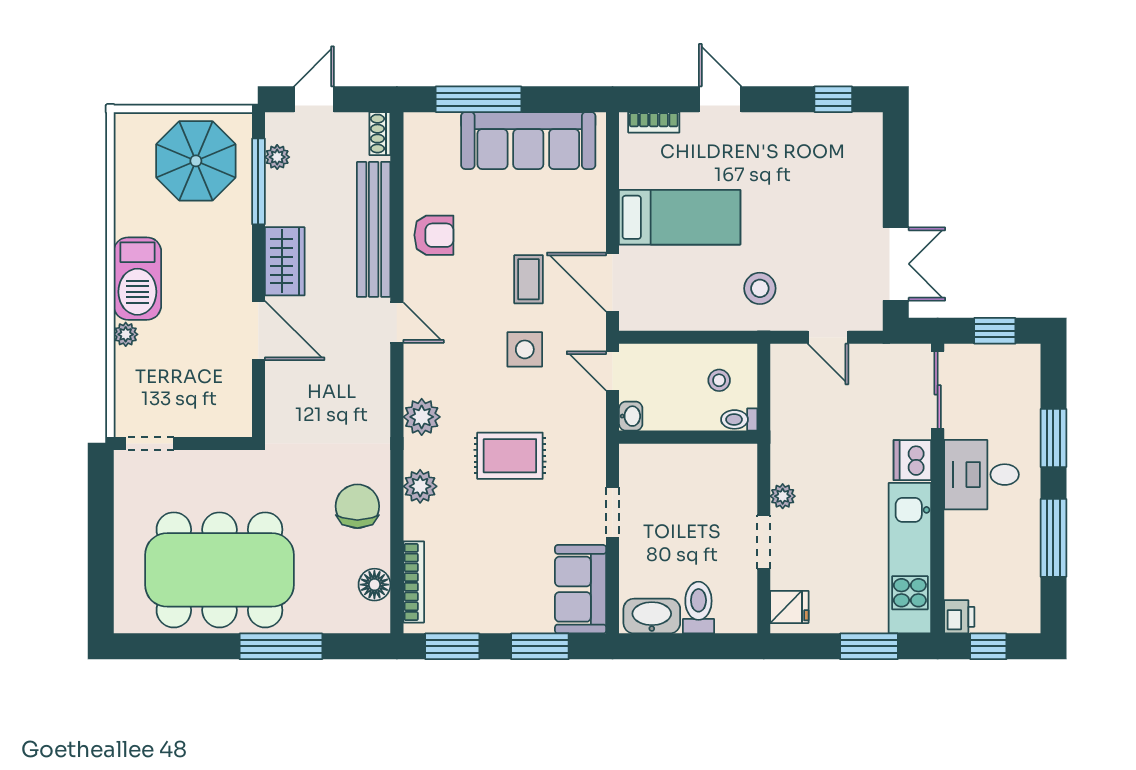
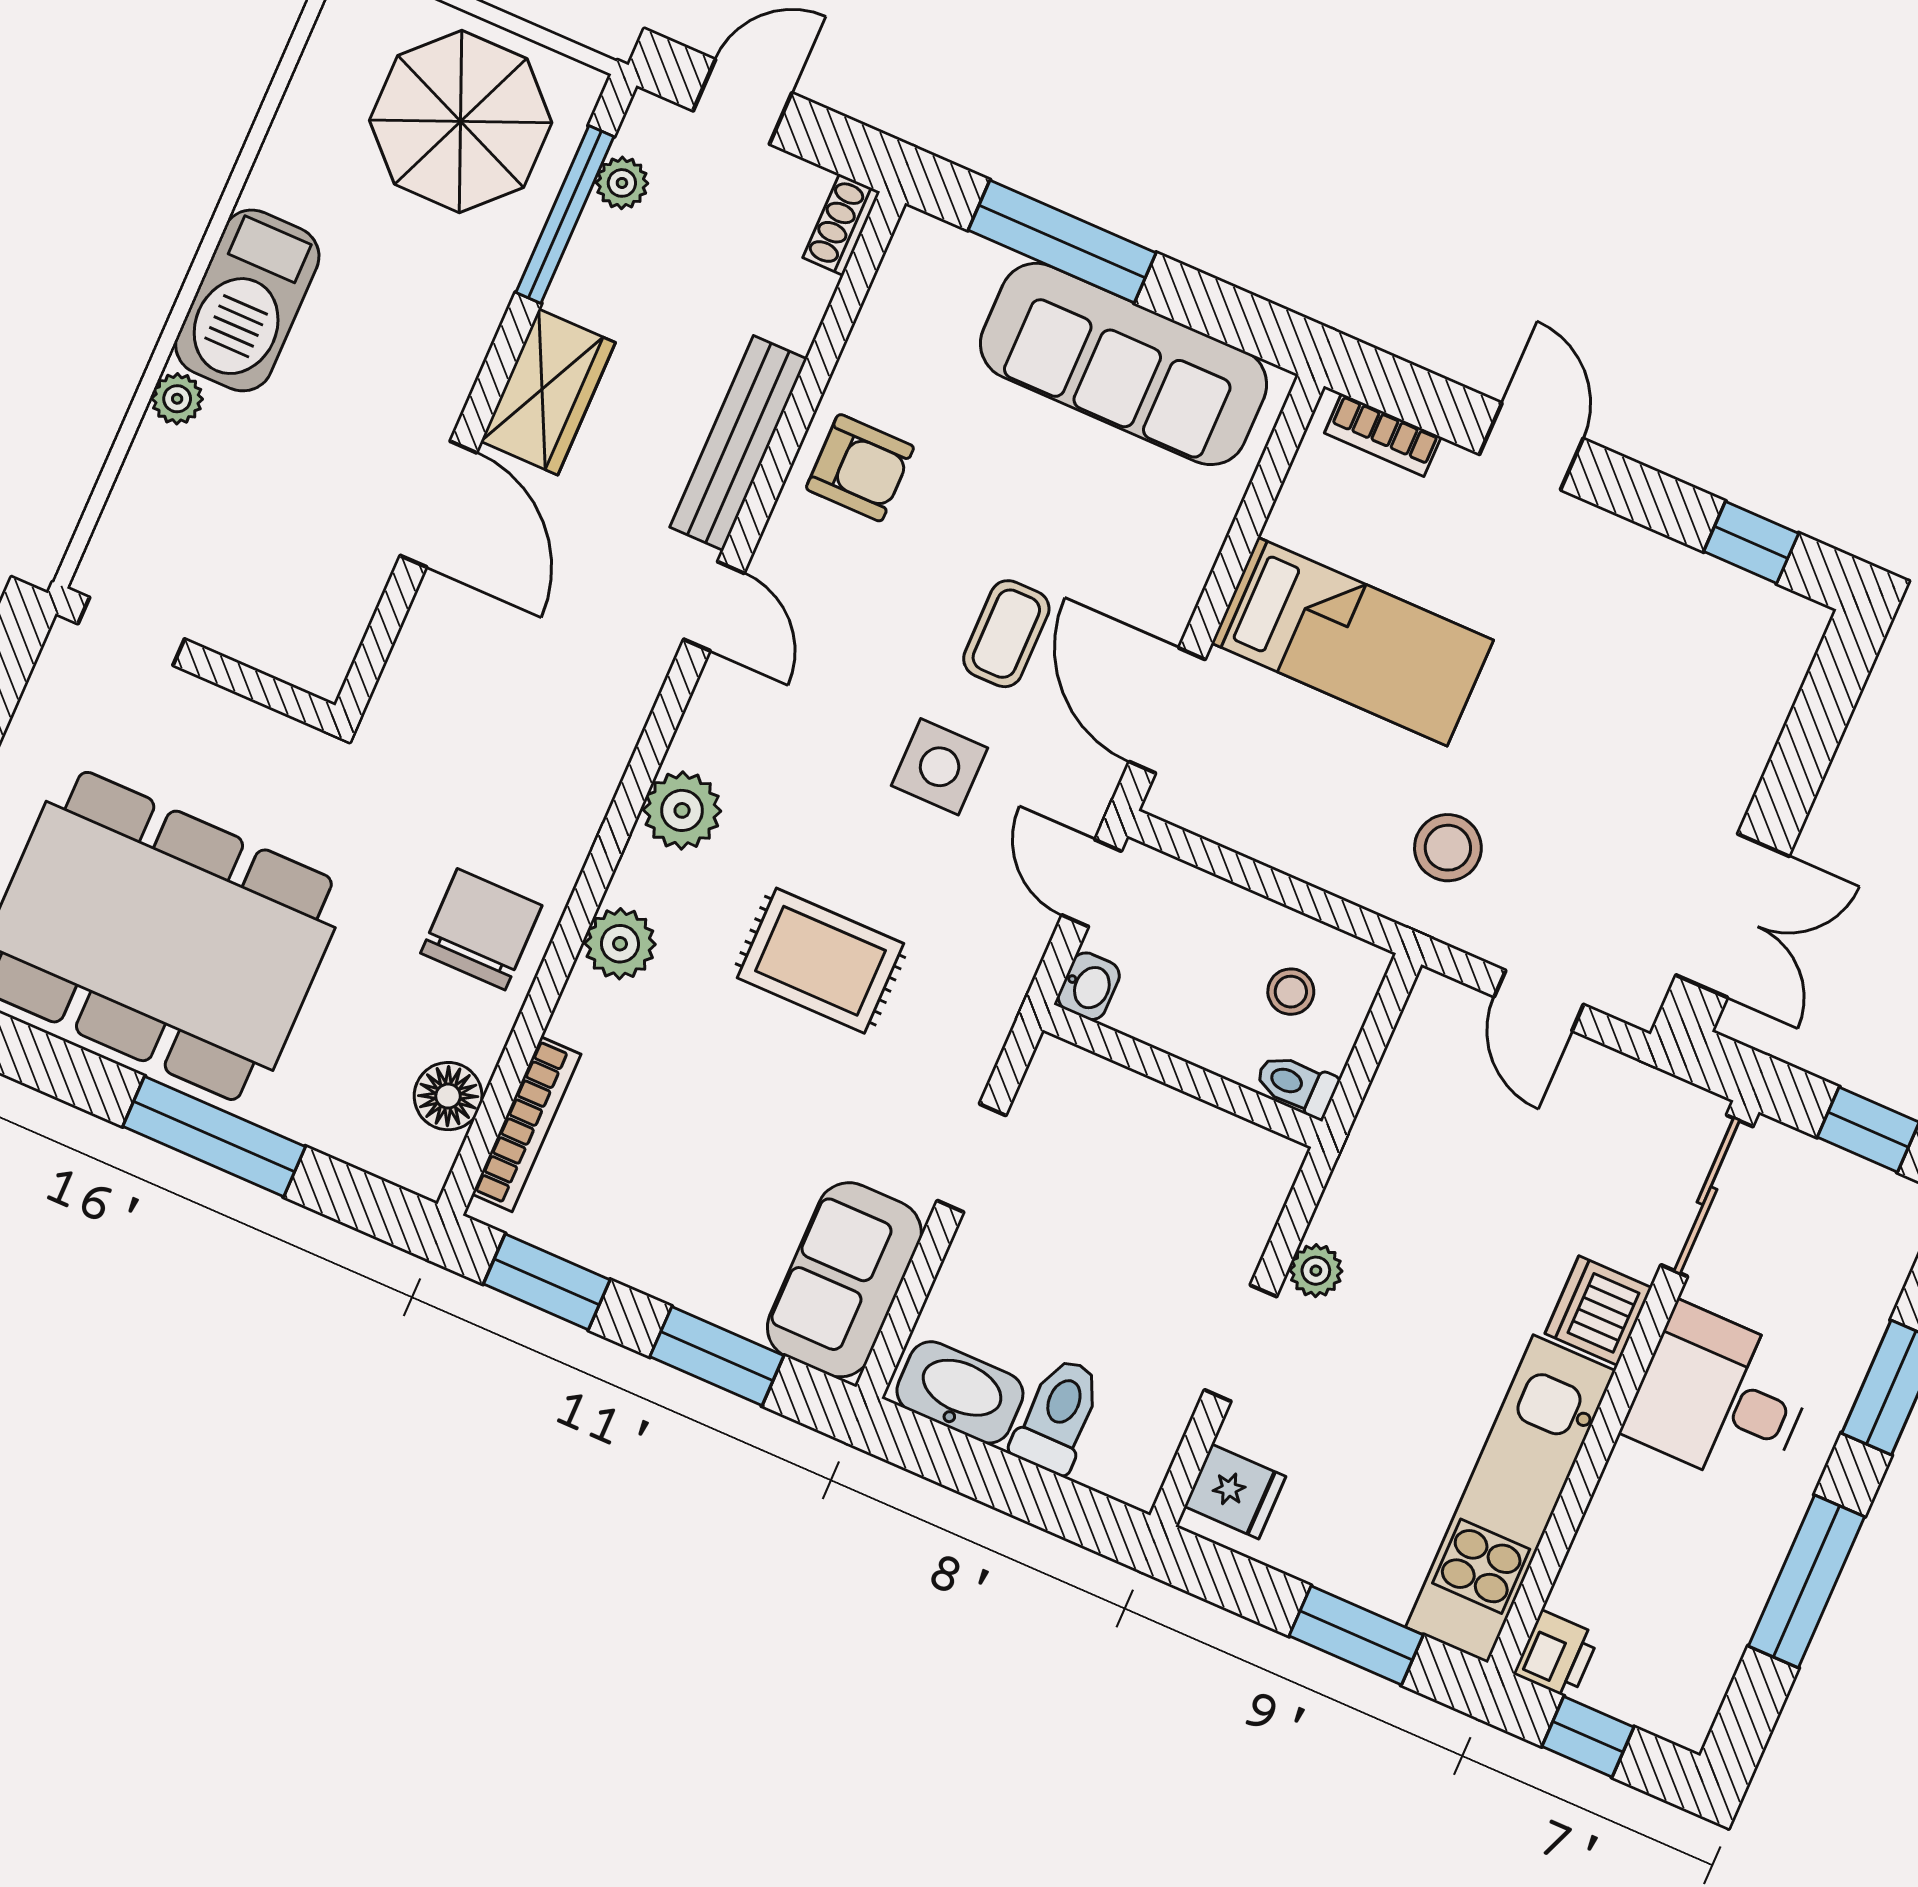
bench: (374, 229) -> (738, 443), width x0.73, depth x0.82

